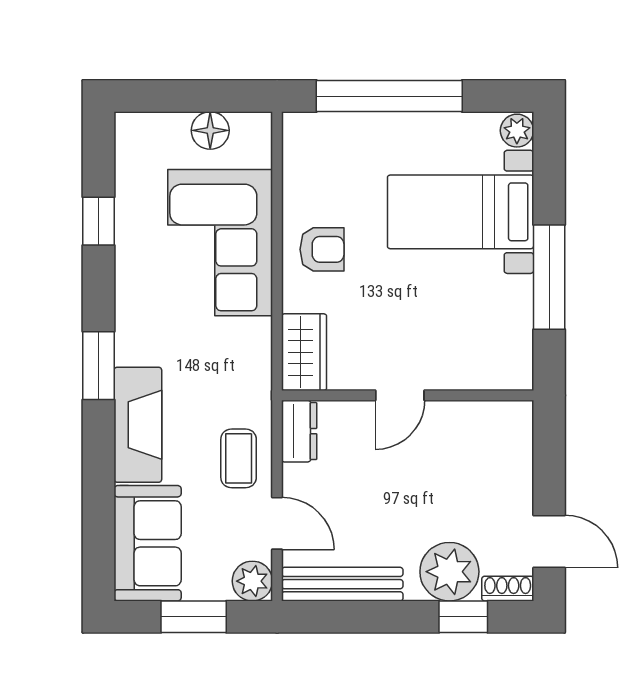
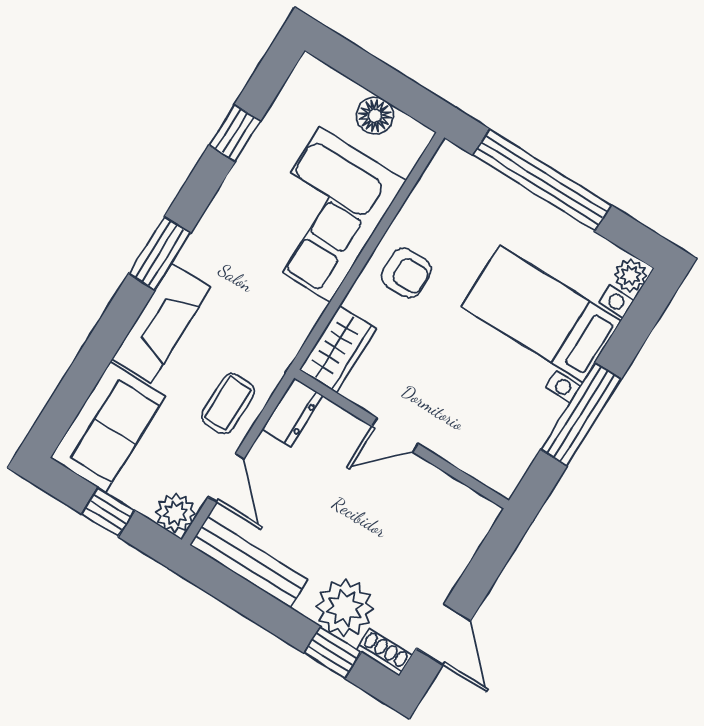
window: (194, 617) -> (108, 512), width x0.67

